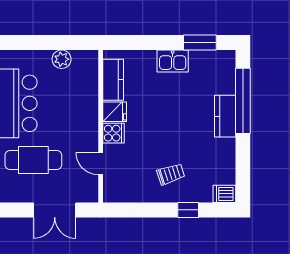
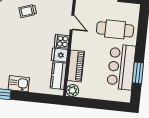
plant: (62, 59) -> (72, 90), moved
piano: (88, 98) -> (76, 66), added

